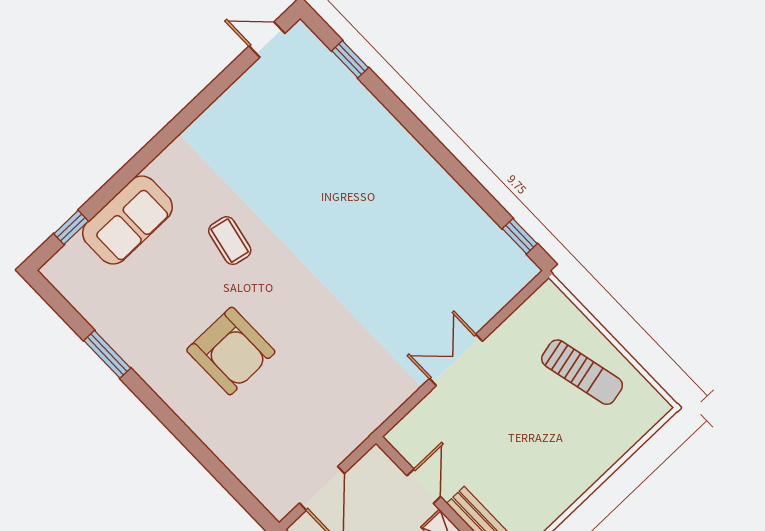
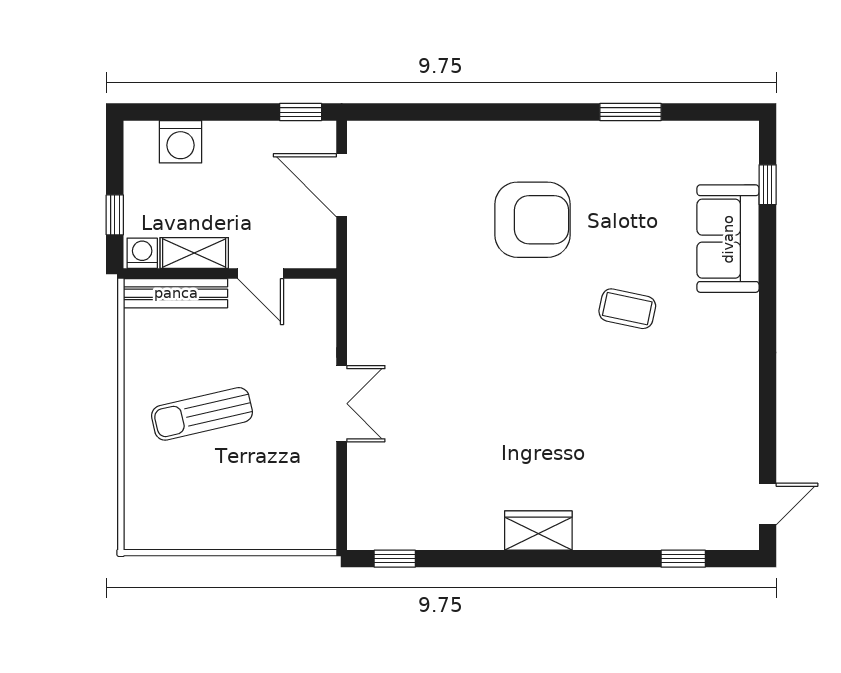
wardrobe: (418, 165) -> (538, 530), added
armchair: (231, 351) -> (533, 220), turned 180
sun lounger: (582, 372) -> (202, 414), moved

